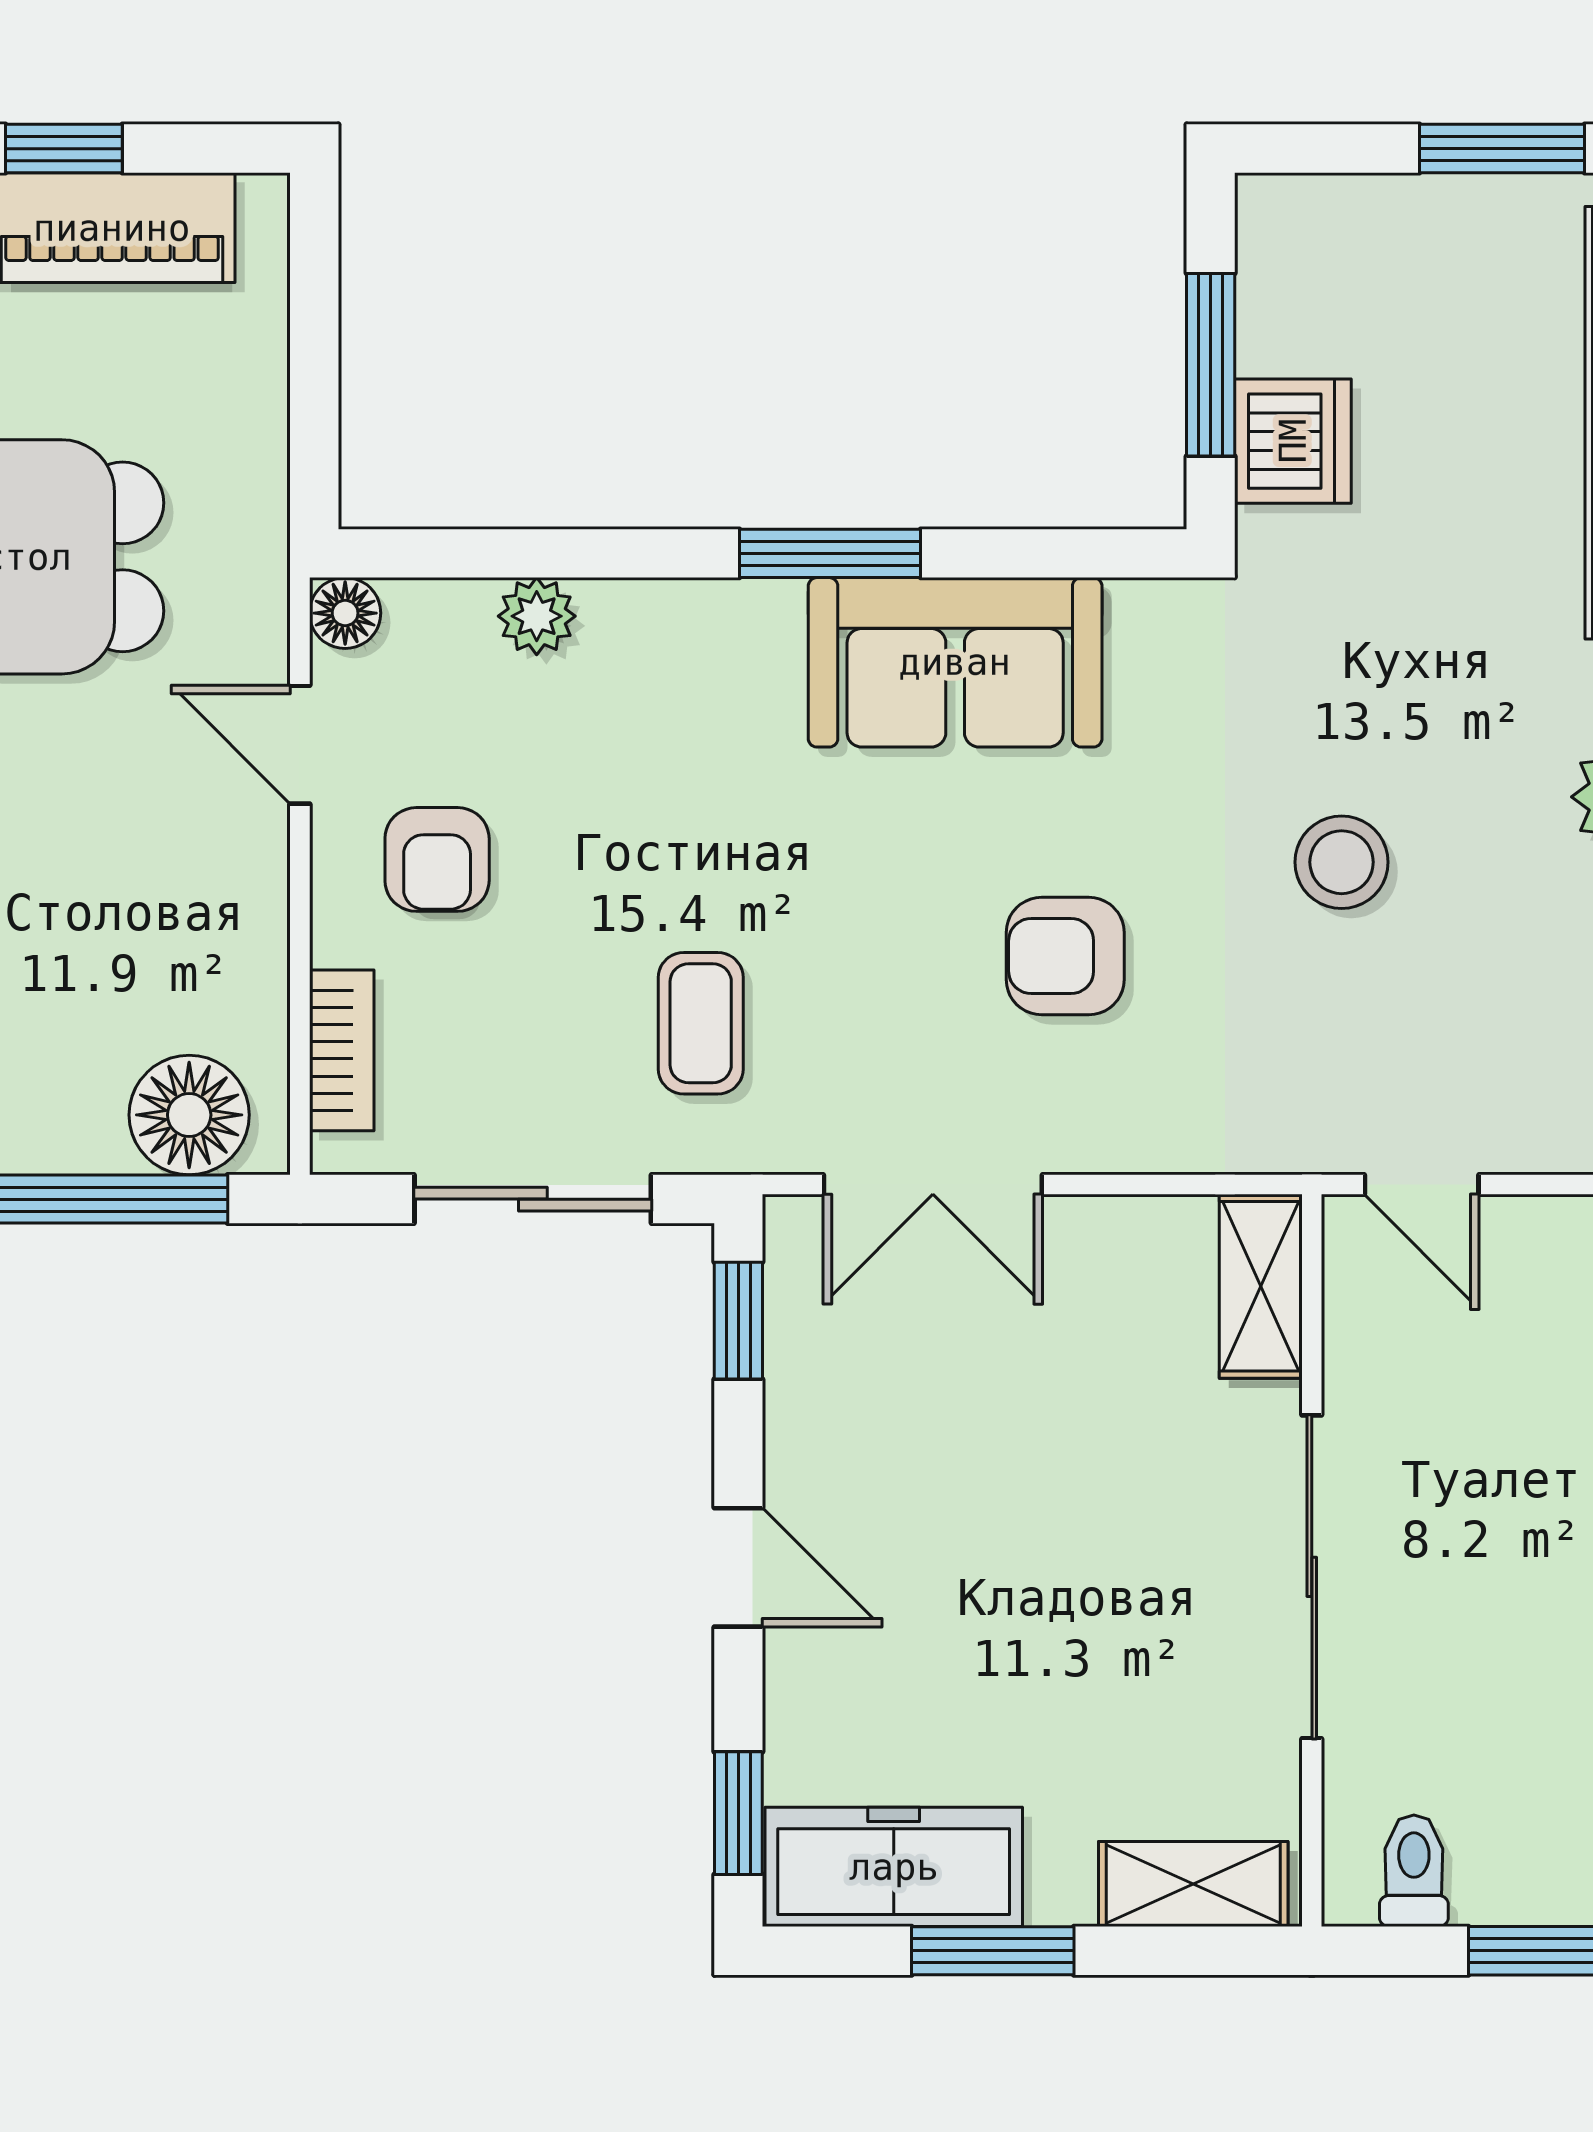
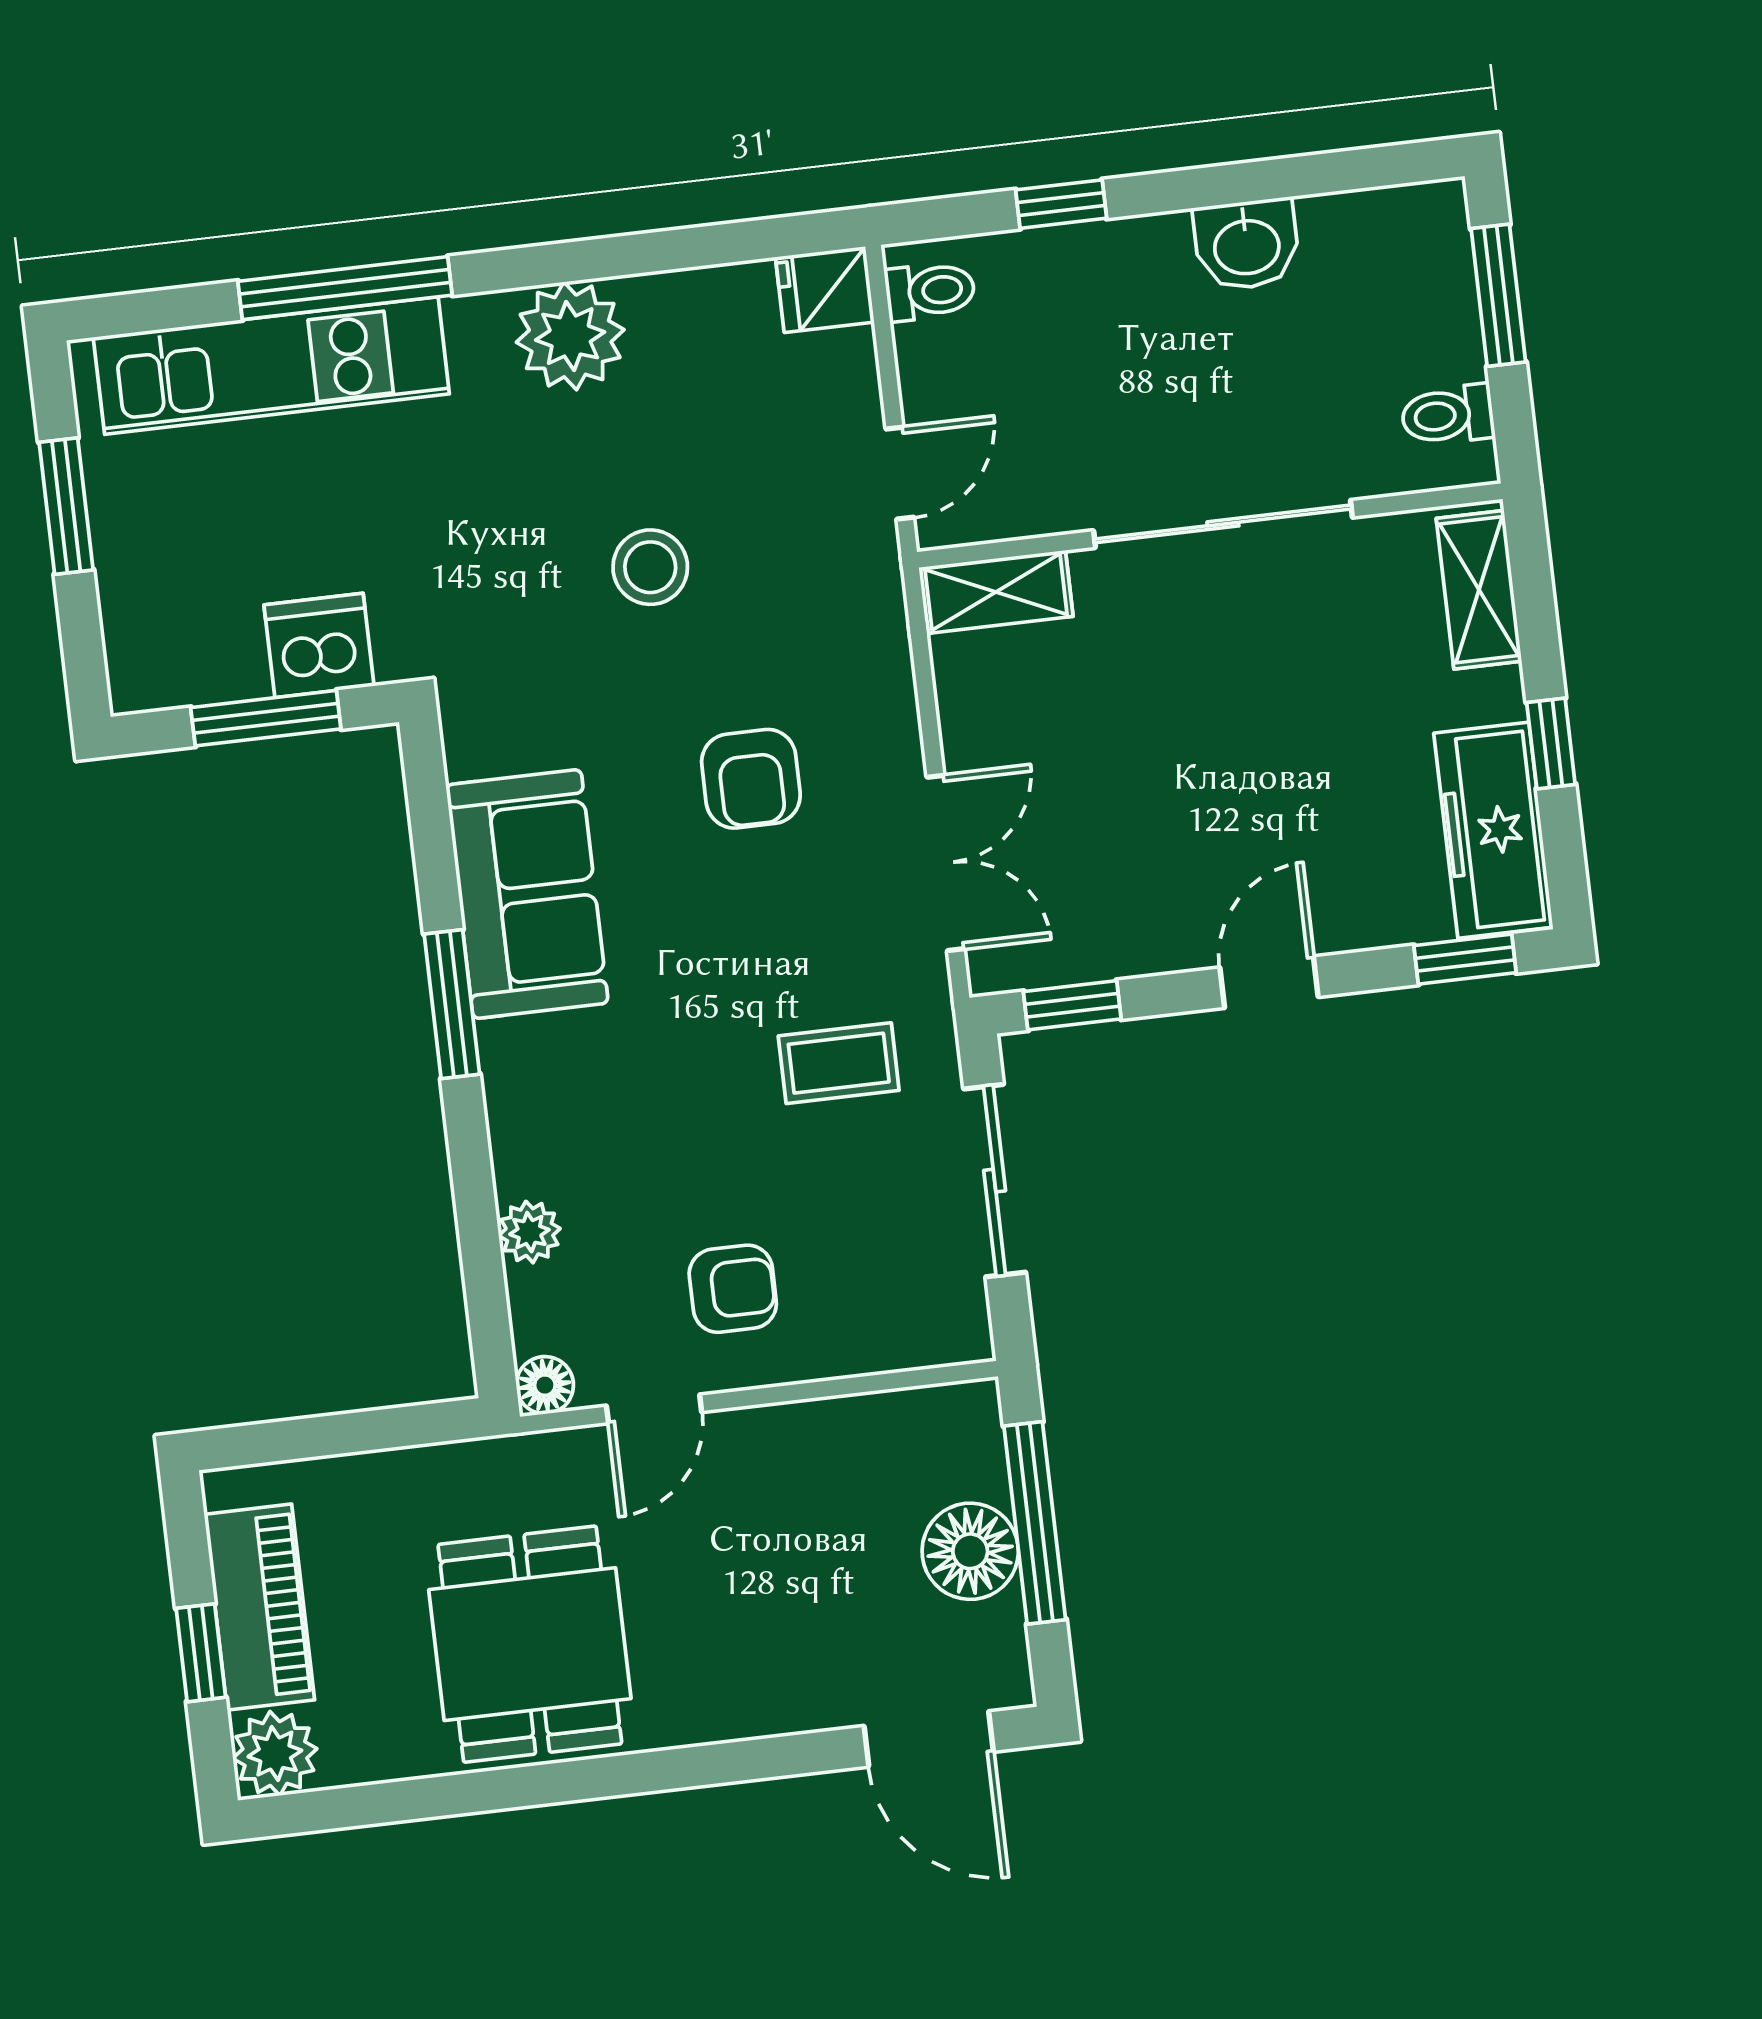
bookcase: (342, 1050) -> (894, 1347), removed
floor lamp: (189, 1115) -> (970, 1551), moved
window: (993, 1951) -> (1551, 743), width x0.67

